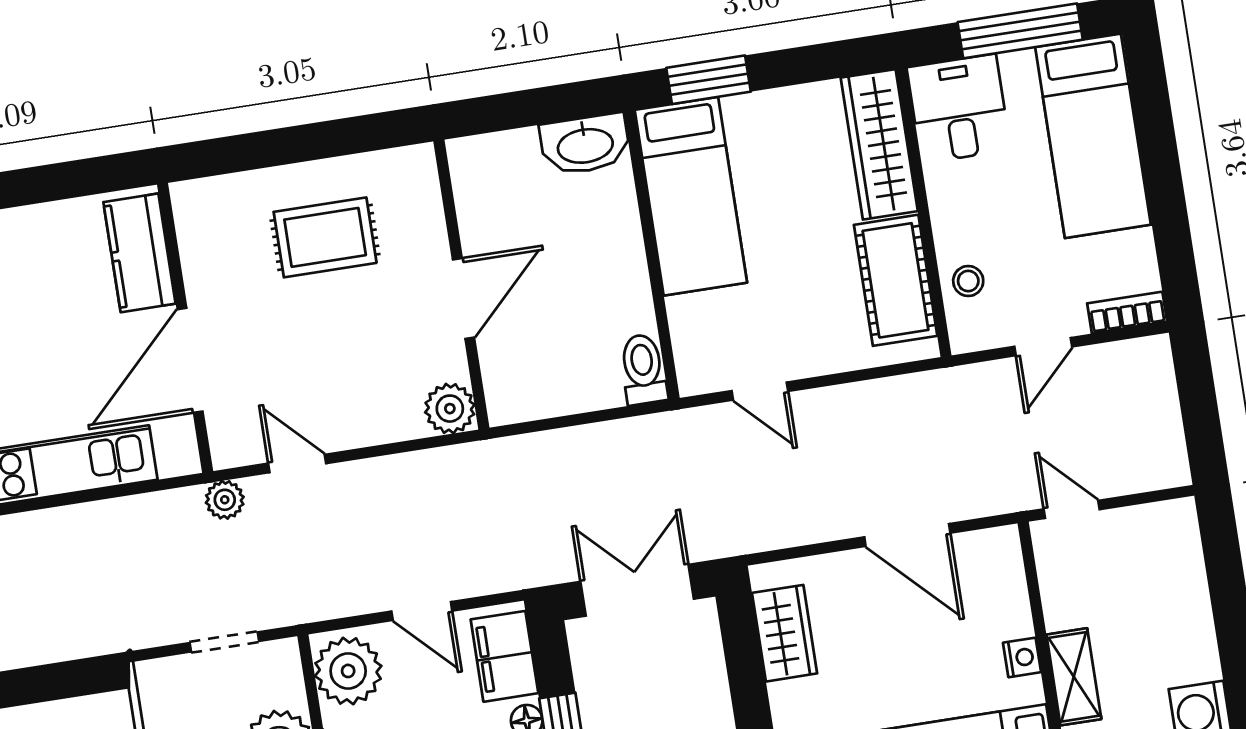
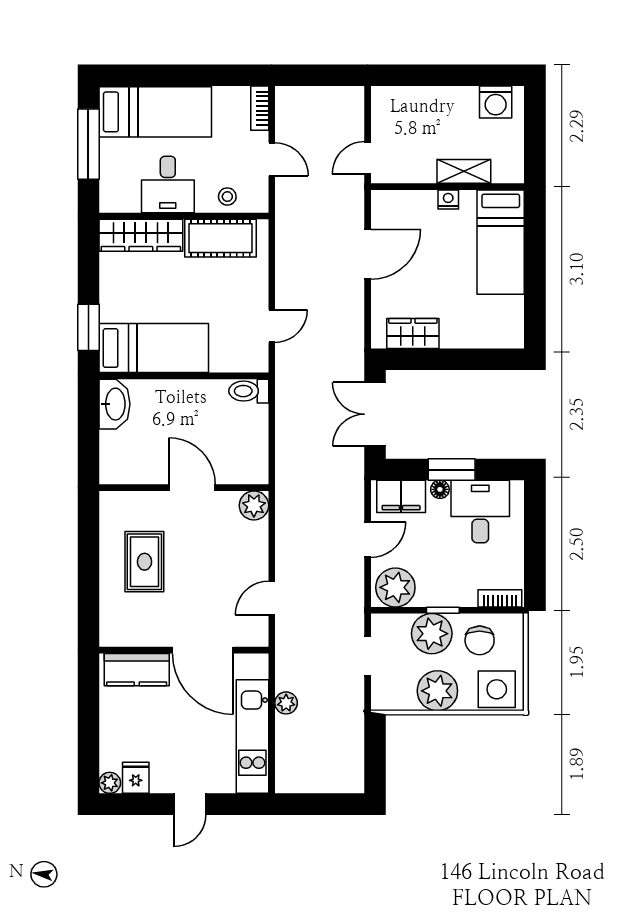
desk: (959, 109) -> (168, 184), moved, turned -90
plant: (225, 500) -> (286, 703), moved

